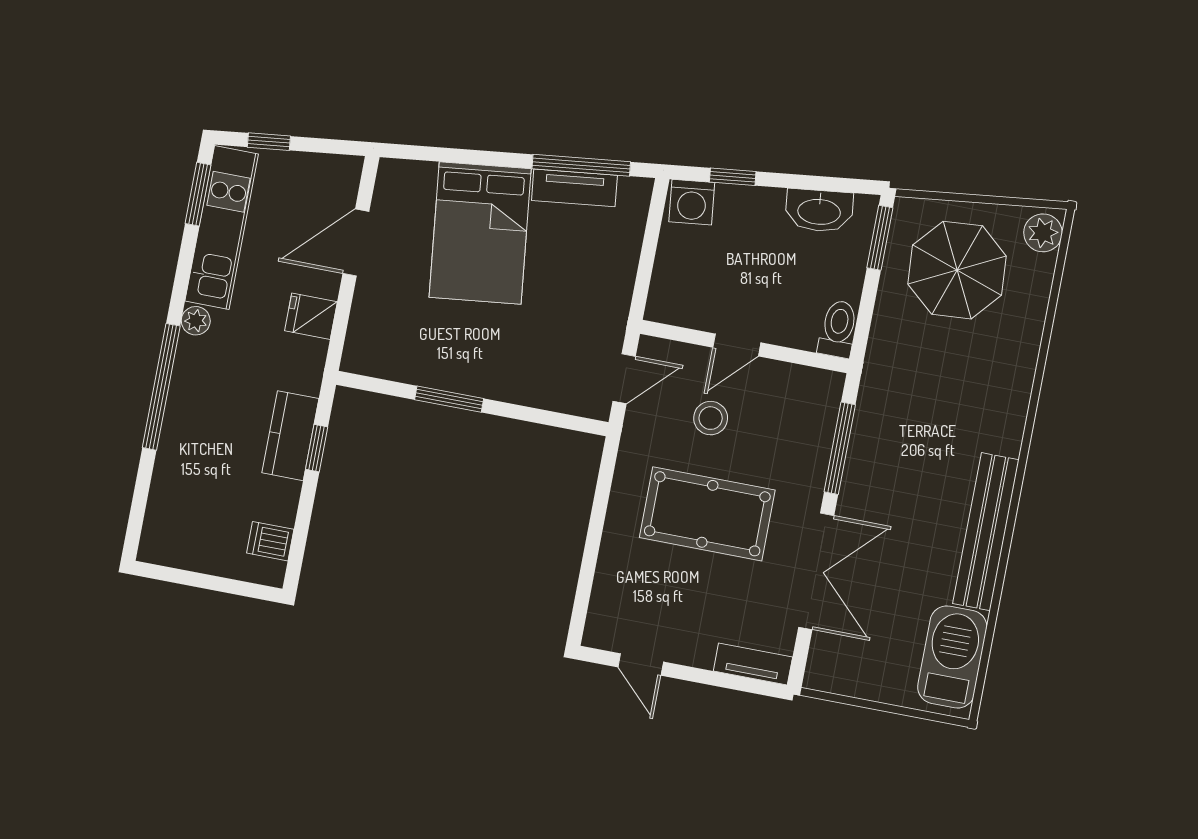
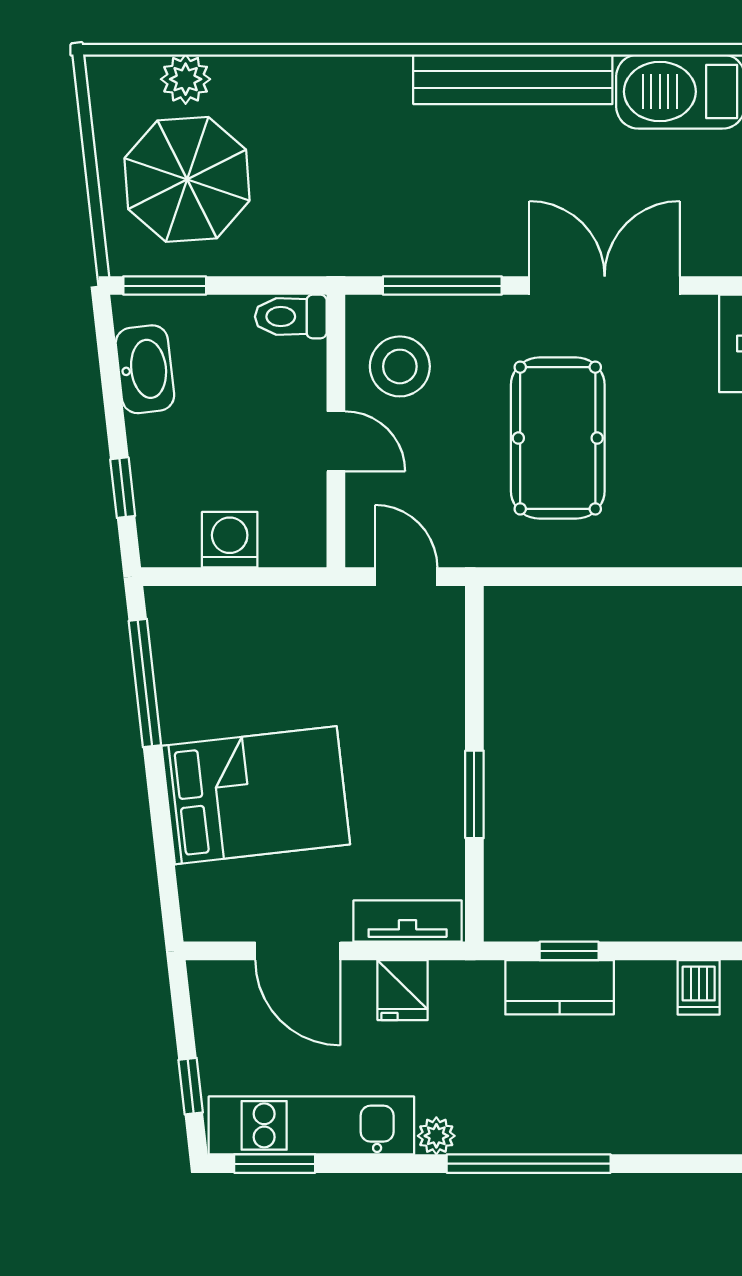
tv unit: (574, 188) -> (408, 921), moved, turned -84
washing machine: (692, 202) -> (230, 540), moved, turned -84
plant: (1043, 233) -> (186, 79), moved
stool: (711, 418) -> (400, 366), moved, width x1.38, depth x1.38

